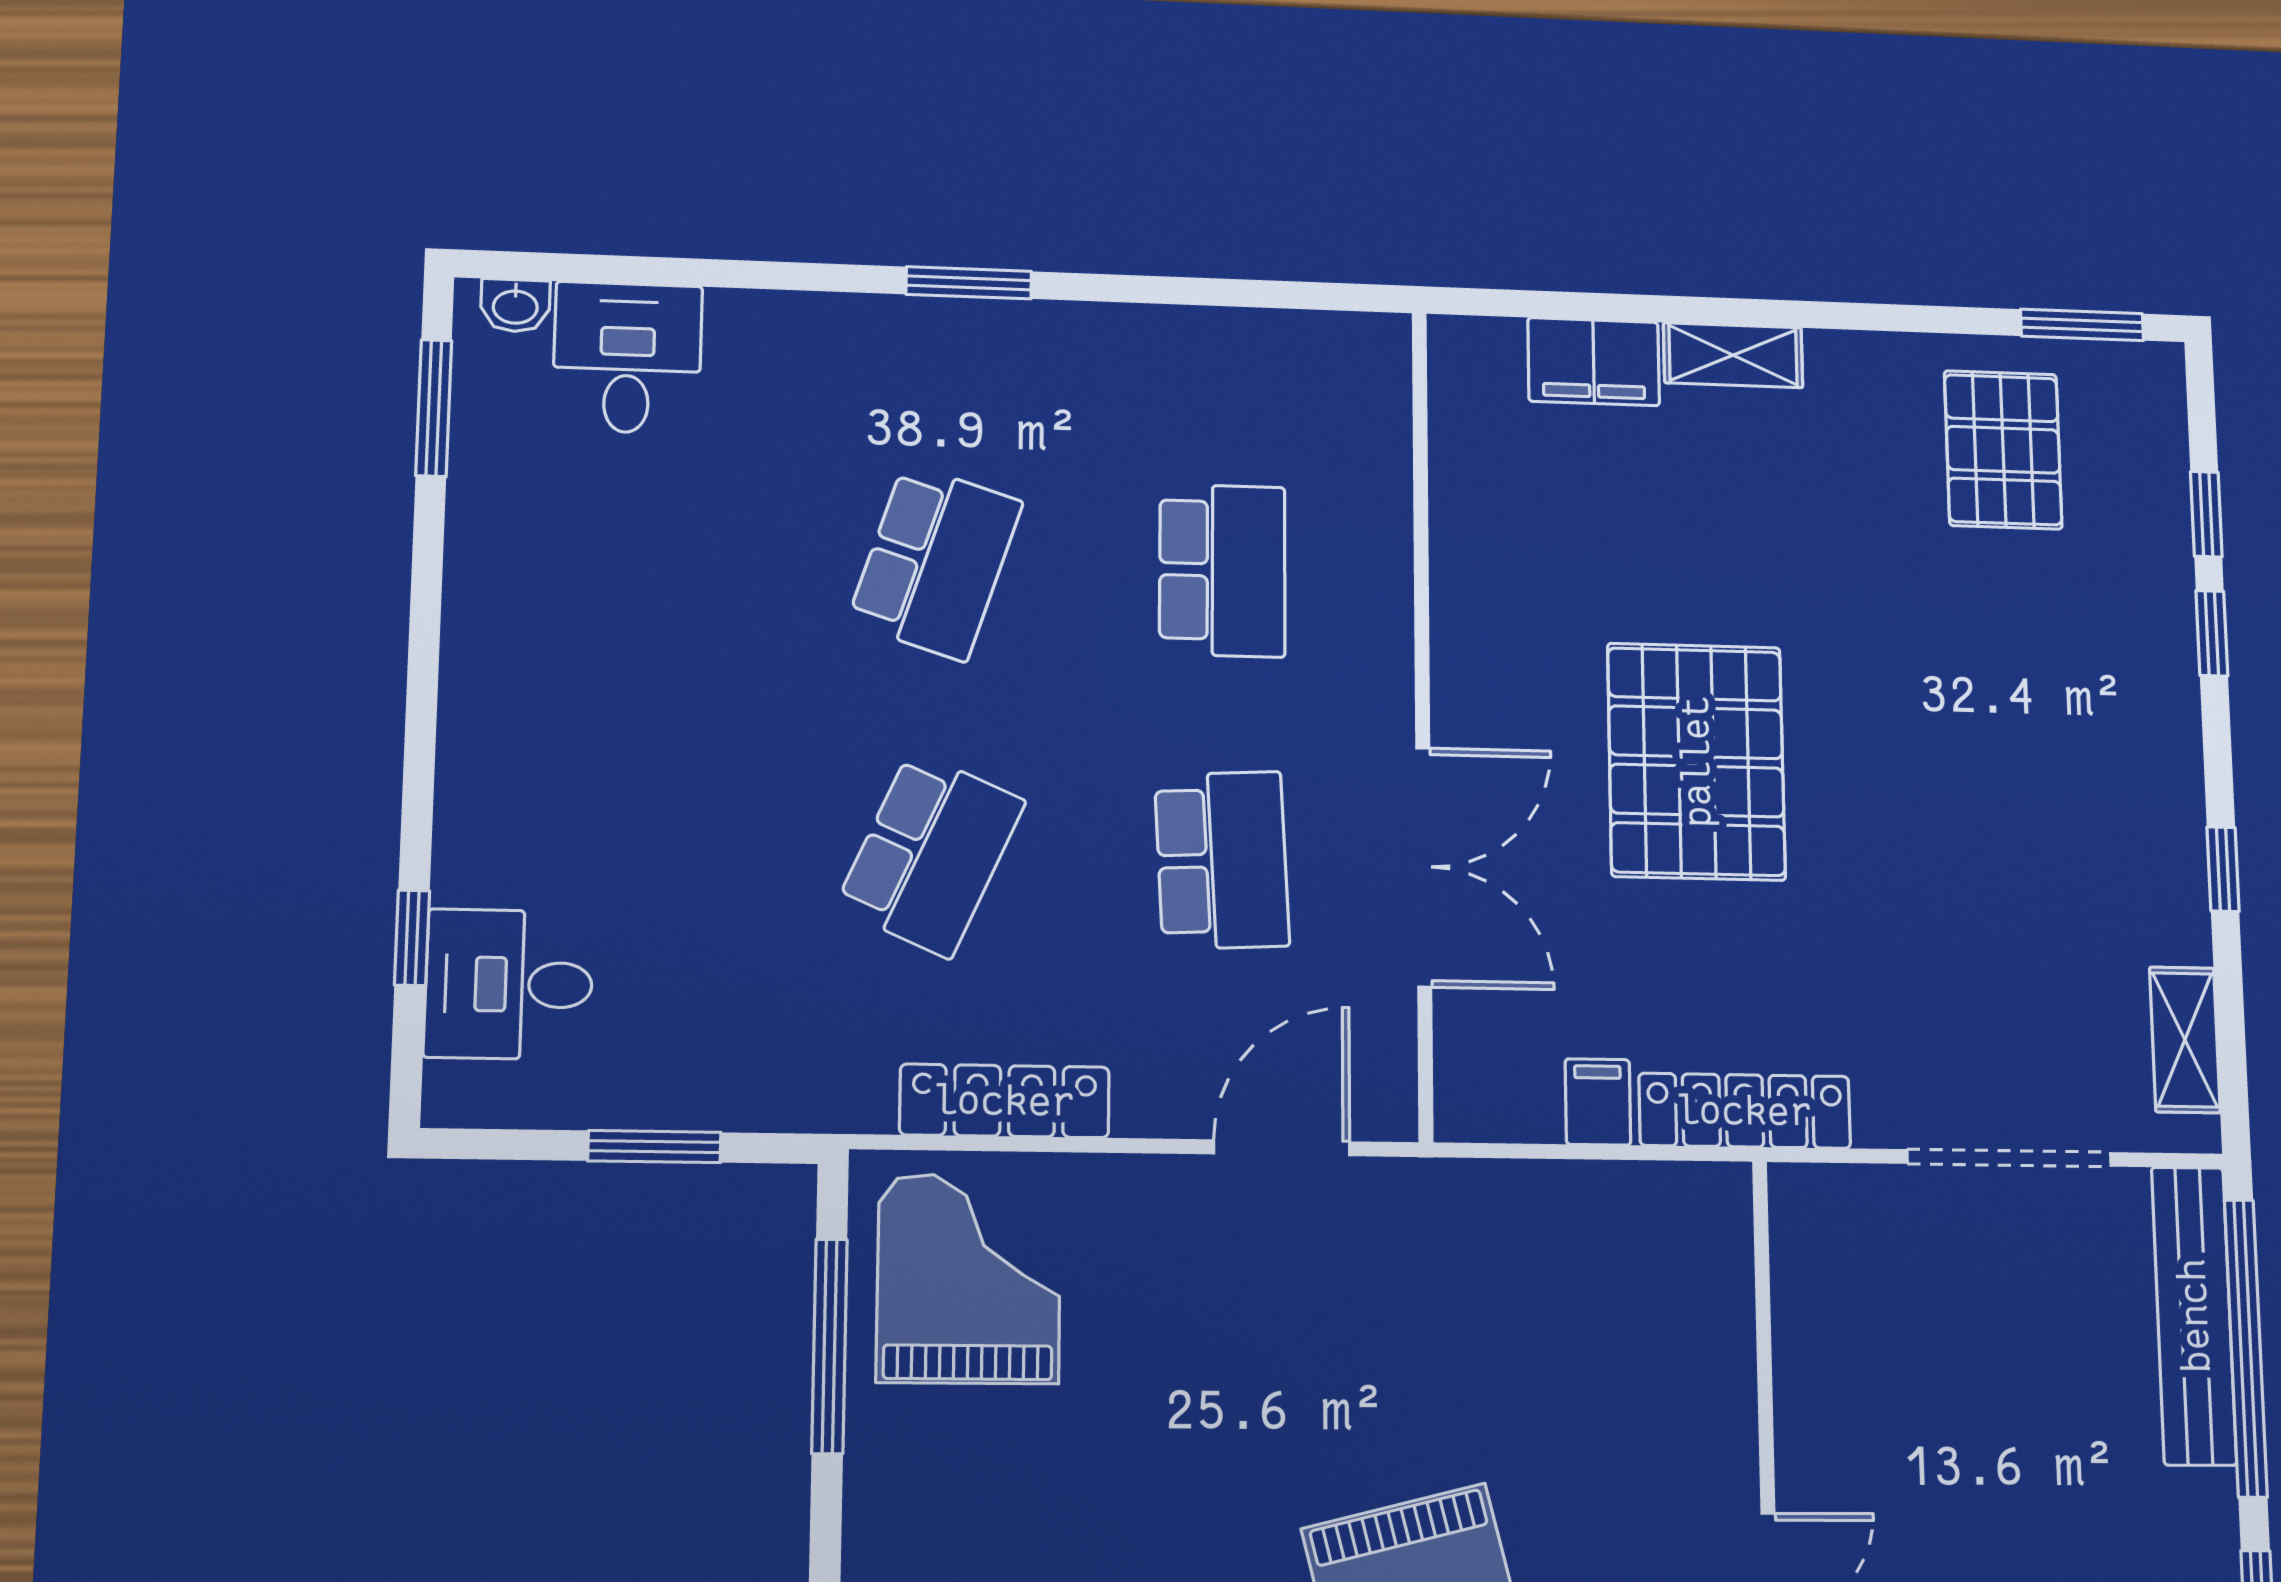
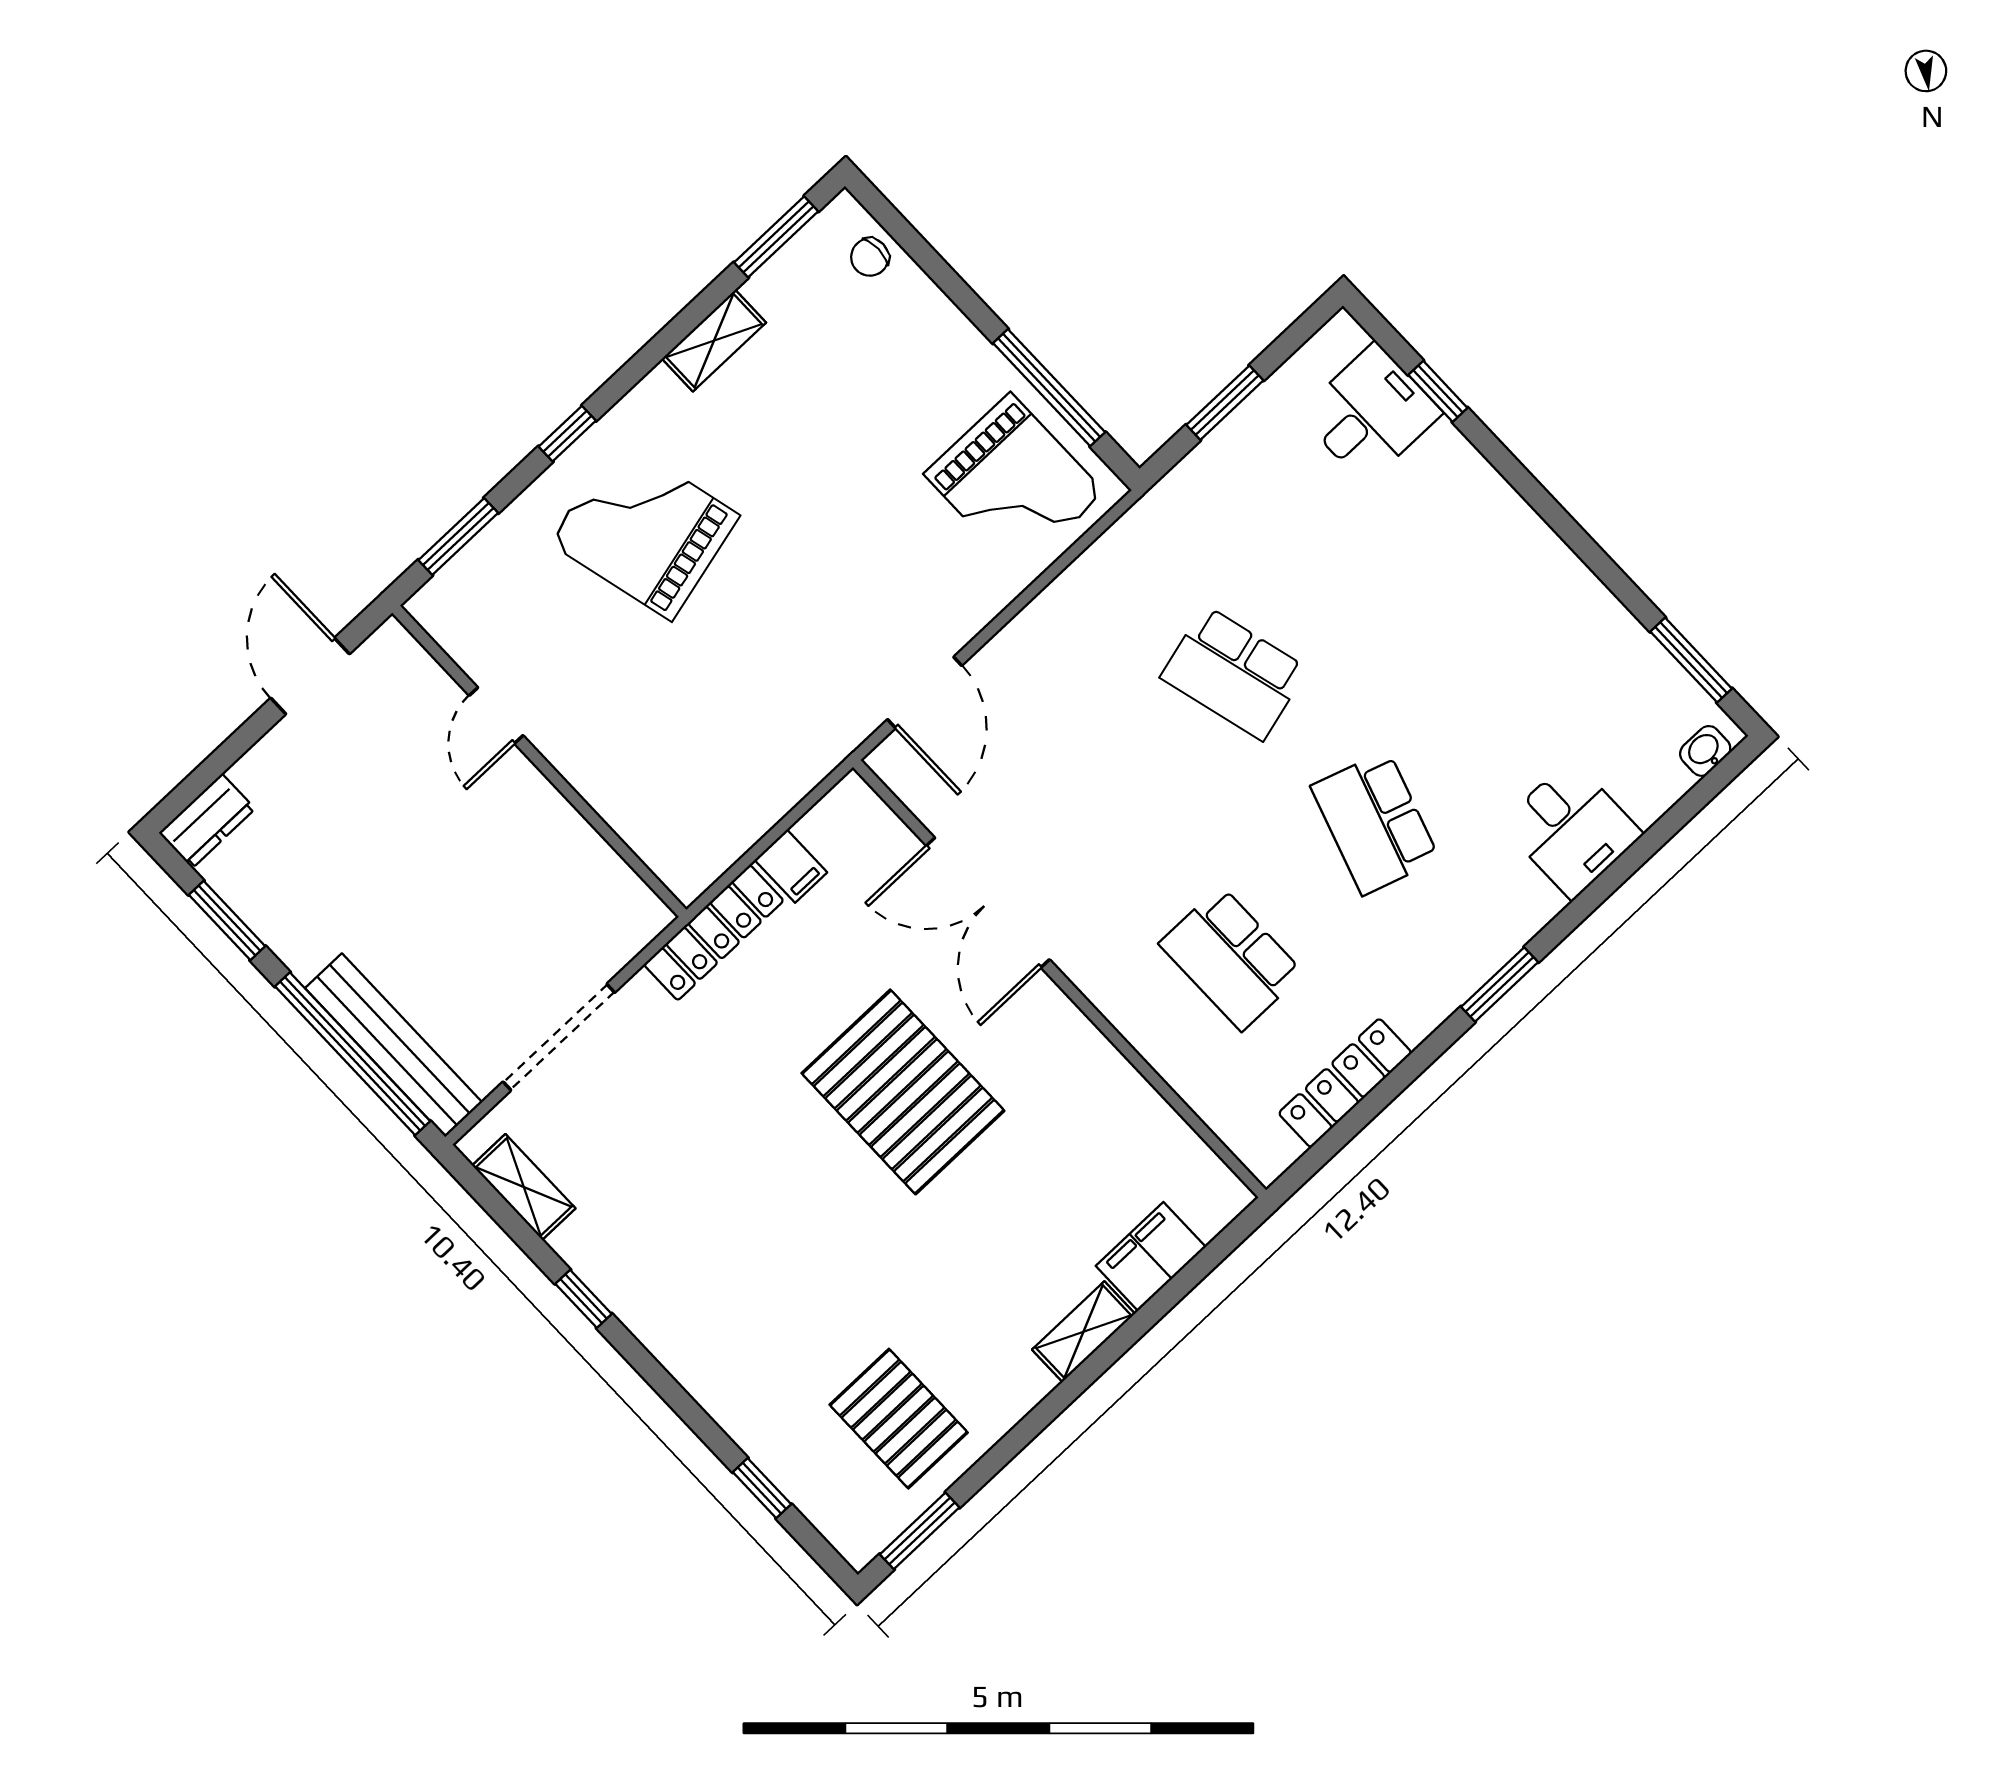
desk: (627, 358) -> (1572, 829), moved
window: (2212, 633) -> (701, 1424), removed
school desk: (931, 854) -> (1234, 673), turned -39
school desk: (1222, 860) -> (1090, 809), removed
locker: (1005, 1101) -> (1345, 1083), moved, turned 180

